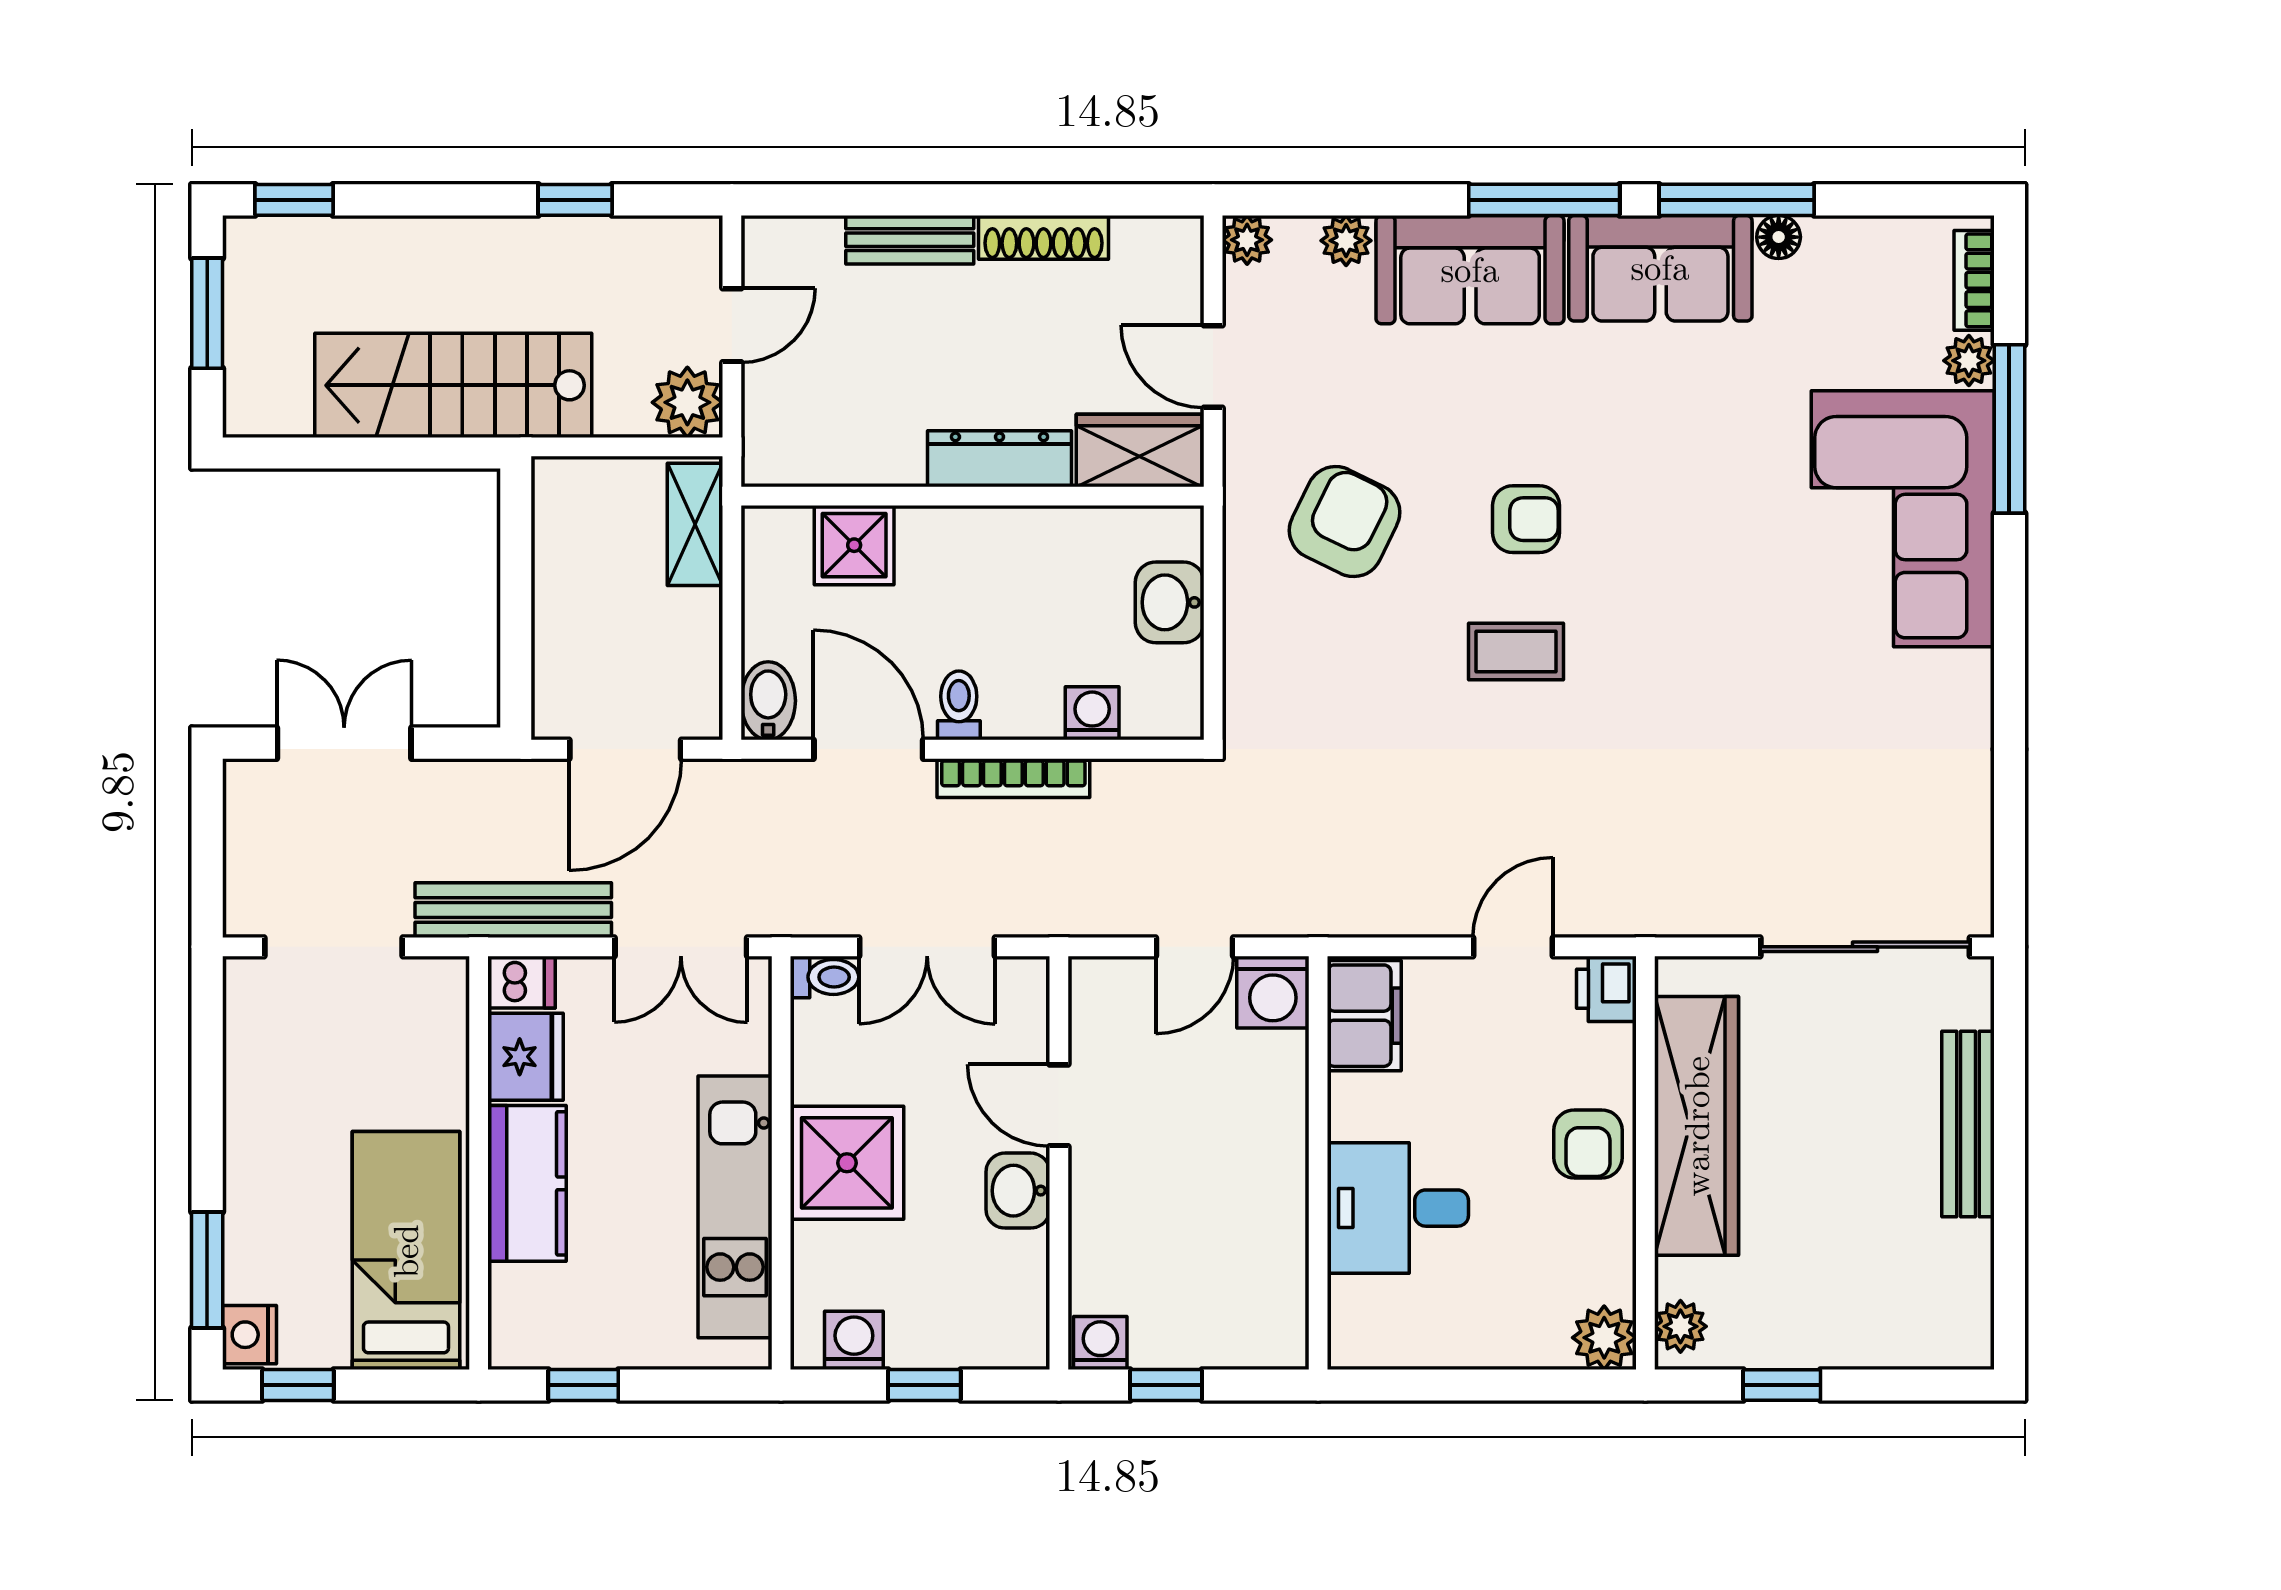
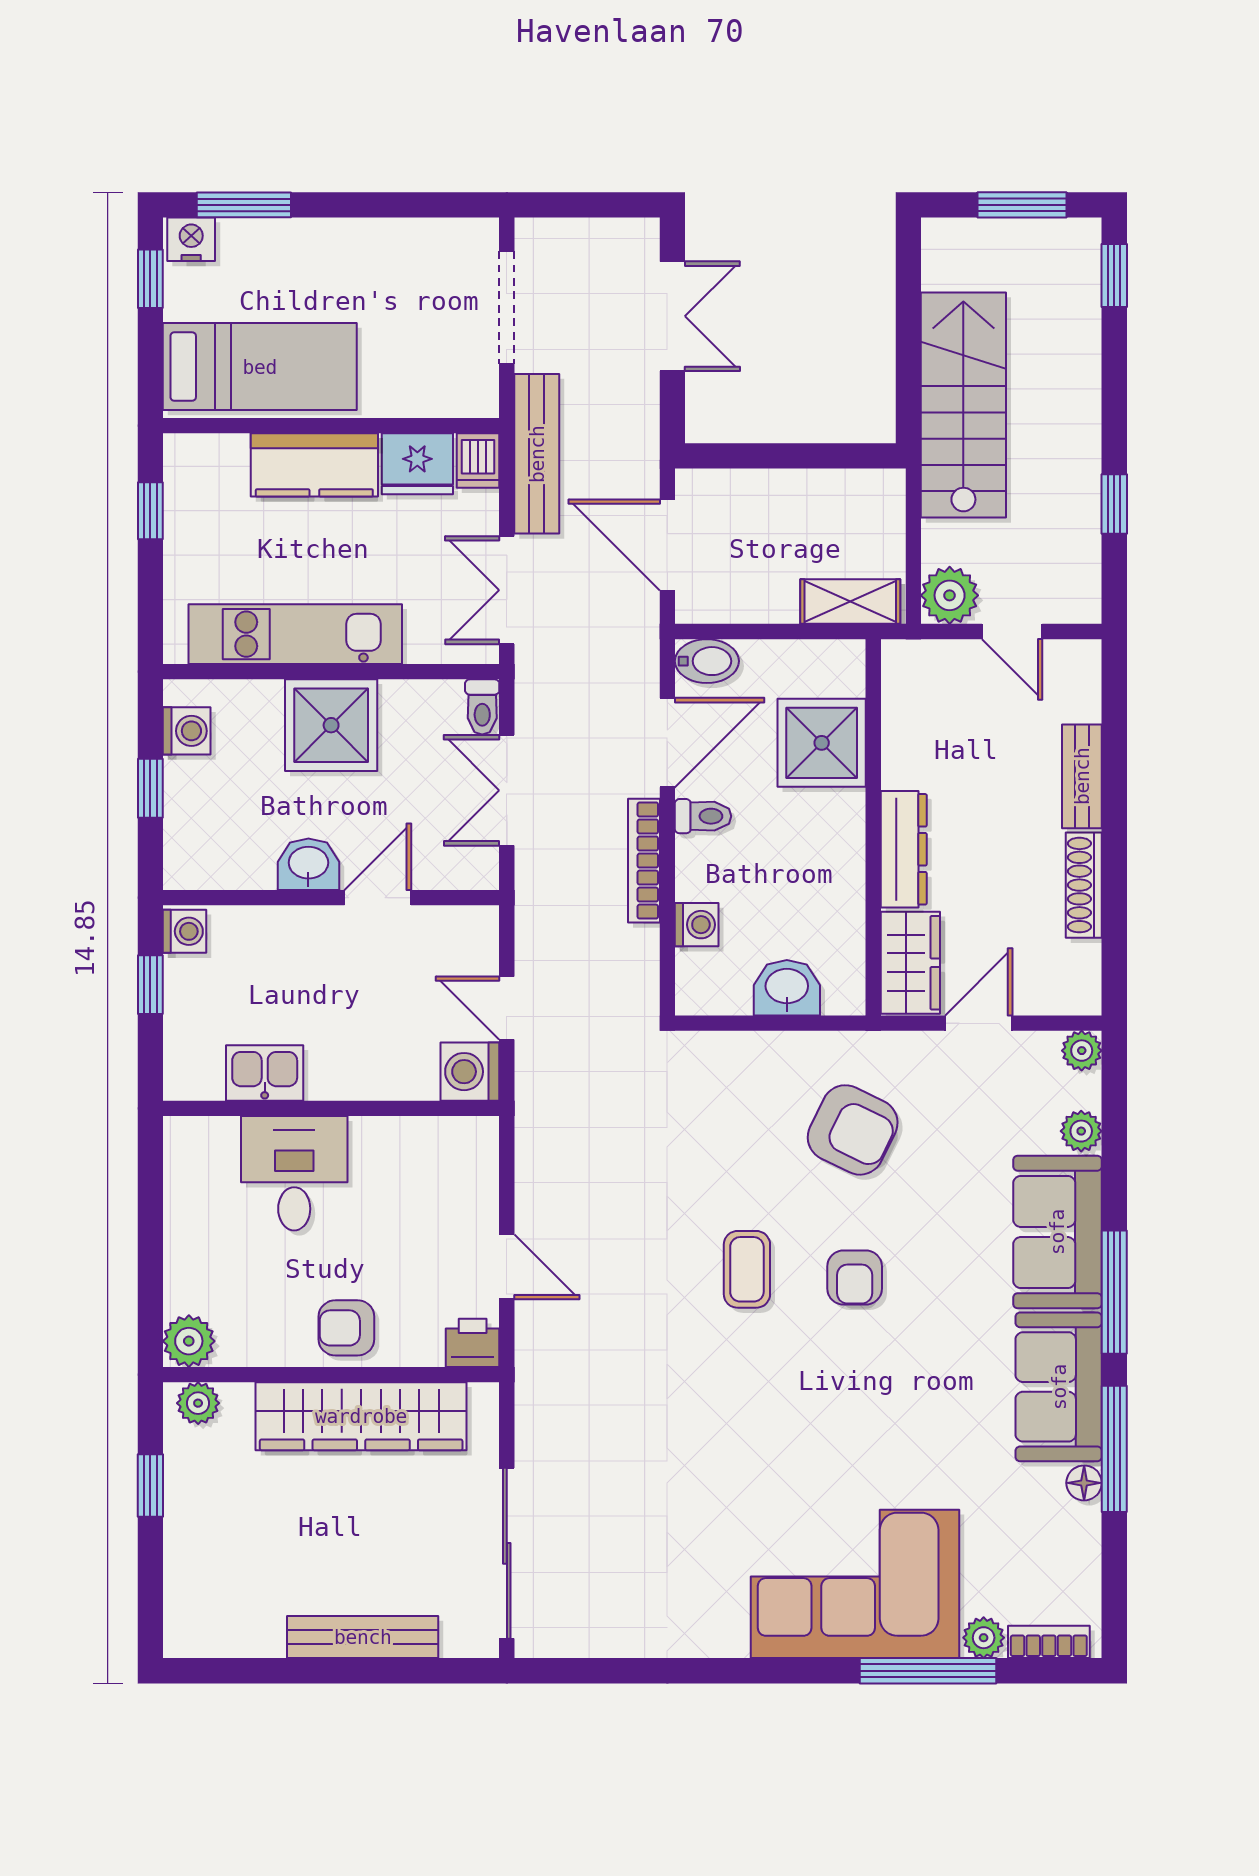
shower: (854, 545) -> (822, 743), width x1.36, depth x1.36
filing cabinet: (1364, 1016) -> (451, 1146), removed
kitchen sink: (1275, 1244) -> (265, 1073), added

